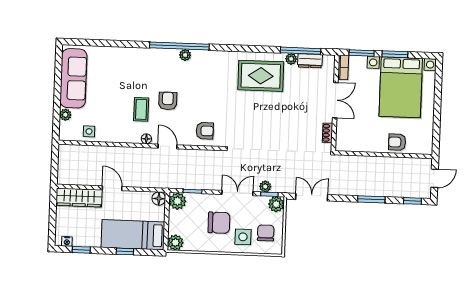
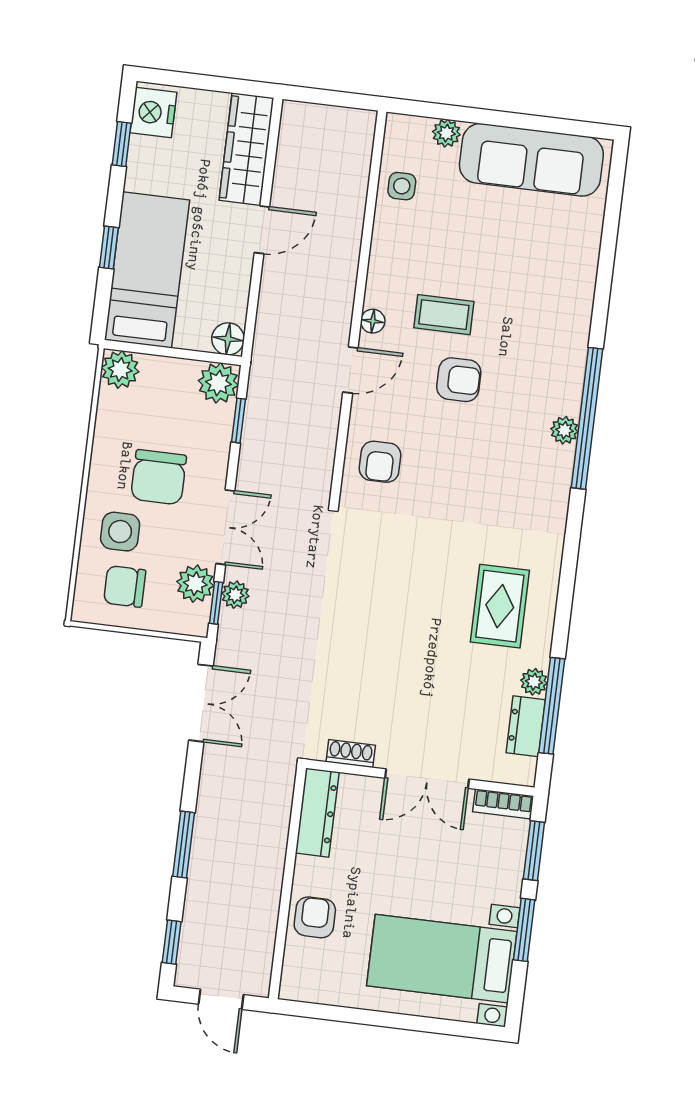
rug: (261, 76) -> (500, 606), width x0.73, depth x0.70
bed with nightstands: (401, 87) -> (442, 959), width x0.73
dresser: (353, 145) -> (317, 813), added
plant: (276, 204) -> (195, 584), moved
chair: (266, 233) -> (125, 586), turned 180
nightstand: (67, 241) -> (153, 112), width x1.89, depth x1.79

